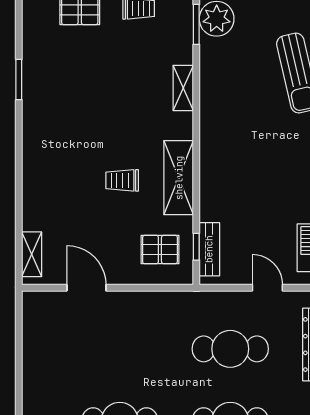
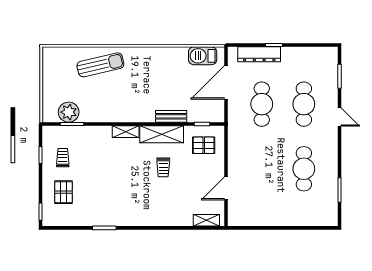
shelving: (183, 88) -> (126, 132), moved
bench: (209, 249) -> (171, 116), moved
pallet: (160, 250) -> (204, 145), turned 90
door: (267, 288) -> (226, 82), width x1.88

